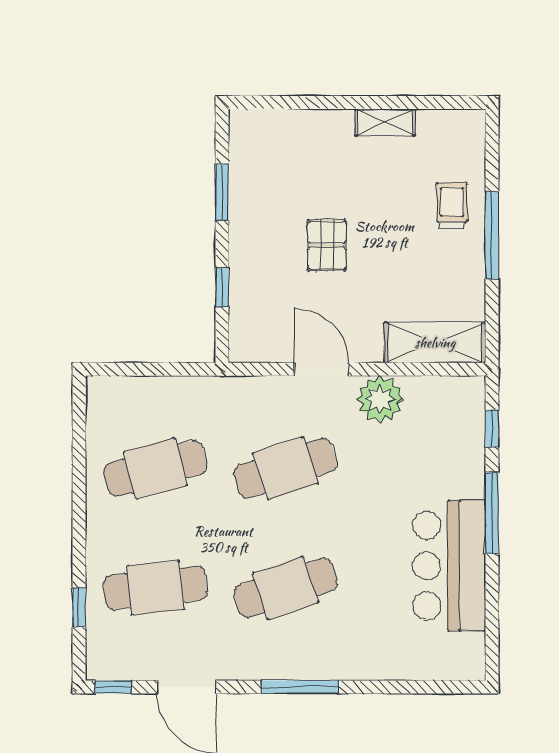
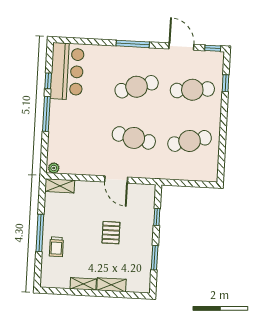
shelving: (319, 124) -> (111, 285), added
shelving: (435, 343) -> (60, 186), width x0.67, depth x0.75
plant: (380, 399) -> (54, 168), moved, width x0.53, depth x0.53
window: (492, 428) -> (48, 81), moved
cafe table: (286, 468) -> (134, 138), turned 30
bar counter: (449, 566) -> (67, 71), moved

